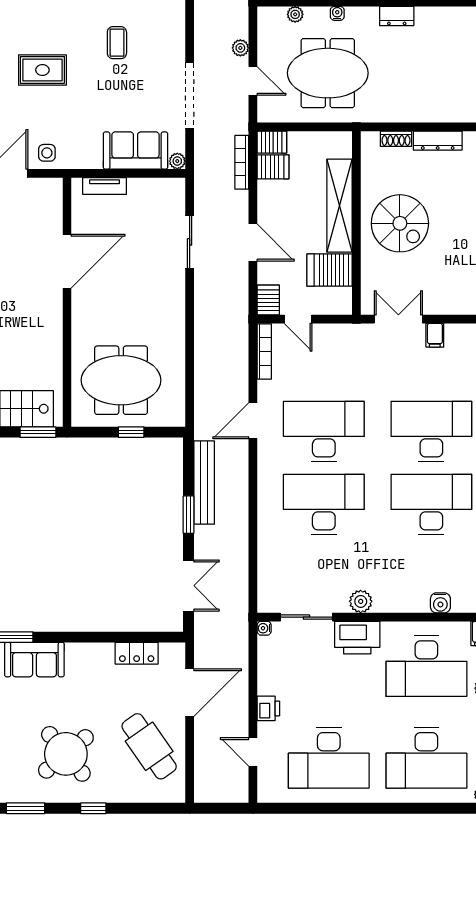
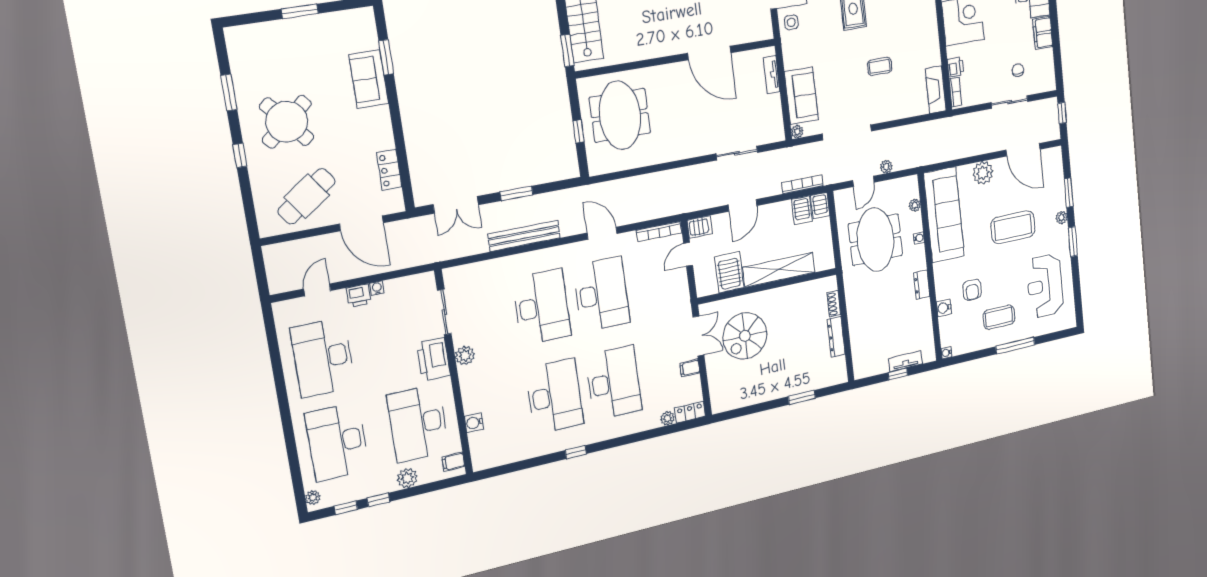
spiral stairs: (400, 223) -> (745, 336), moved
bench: (204, 483) -> (524, 236), moved
water cooler: (264, 628) -> (377, 288), moved

